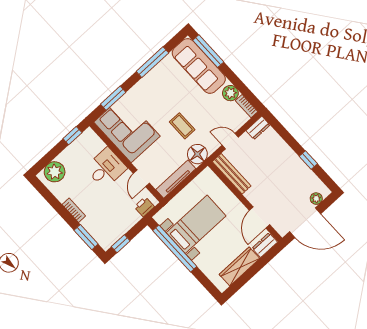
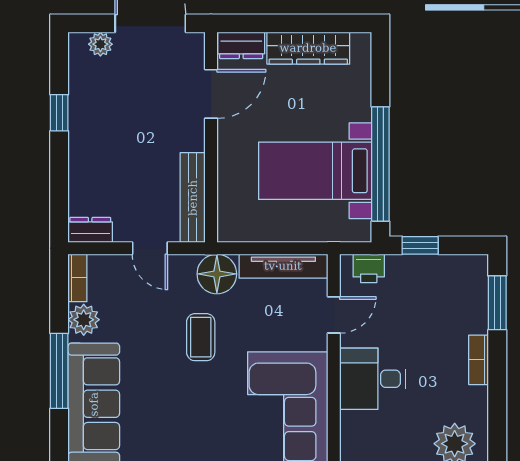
window: (208, 51) -> (59, 371), moved
window: (121, 244) -> (420, 245), moved

